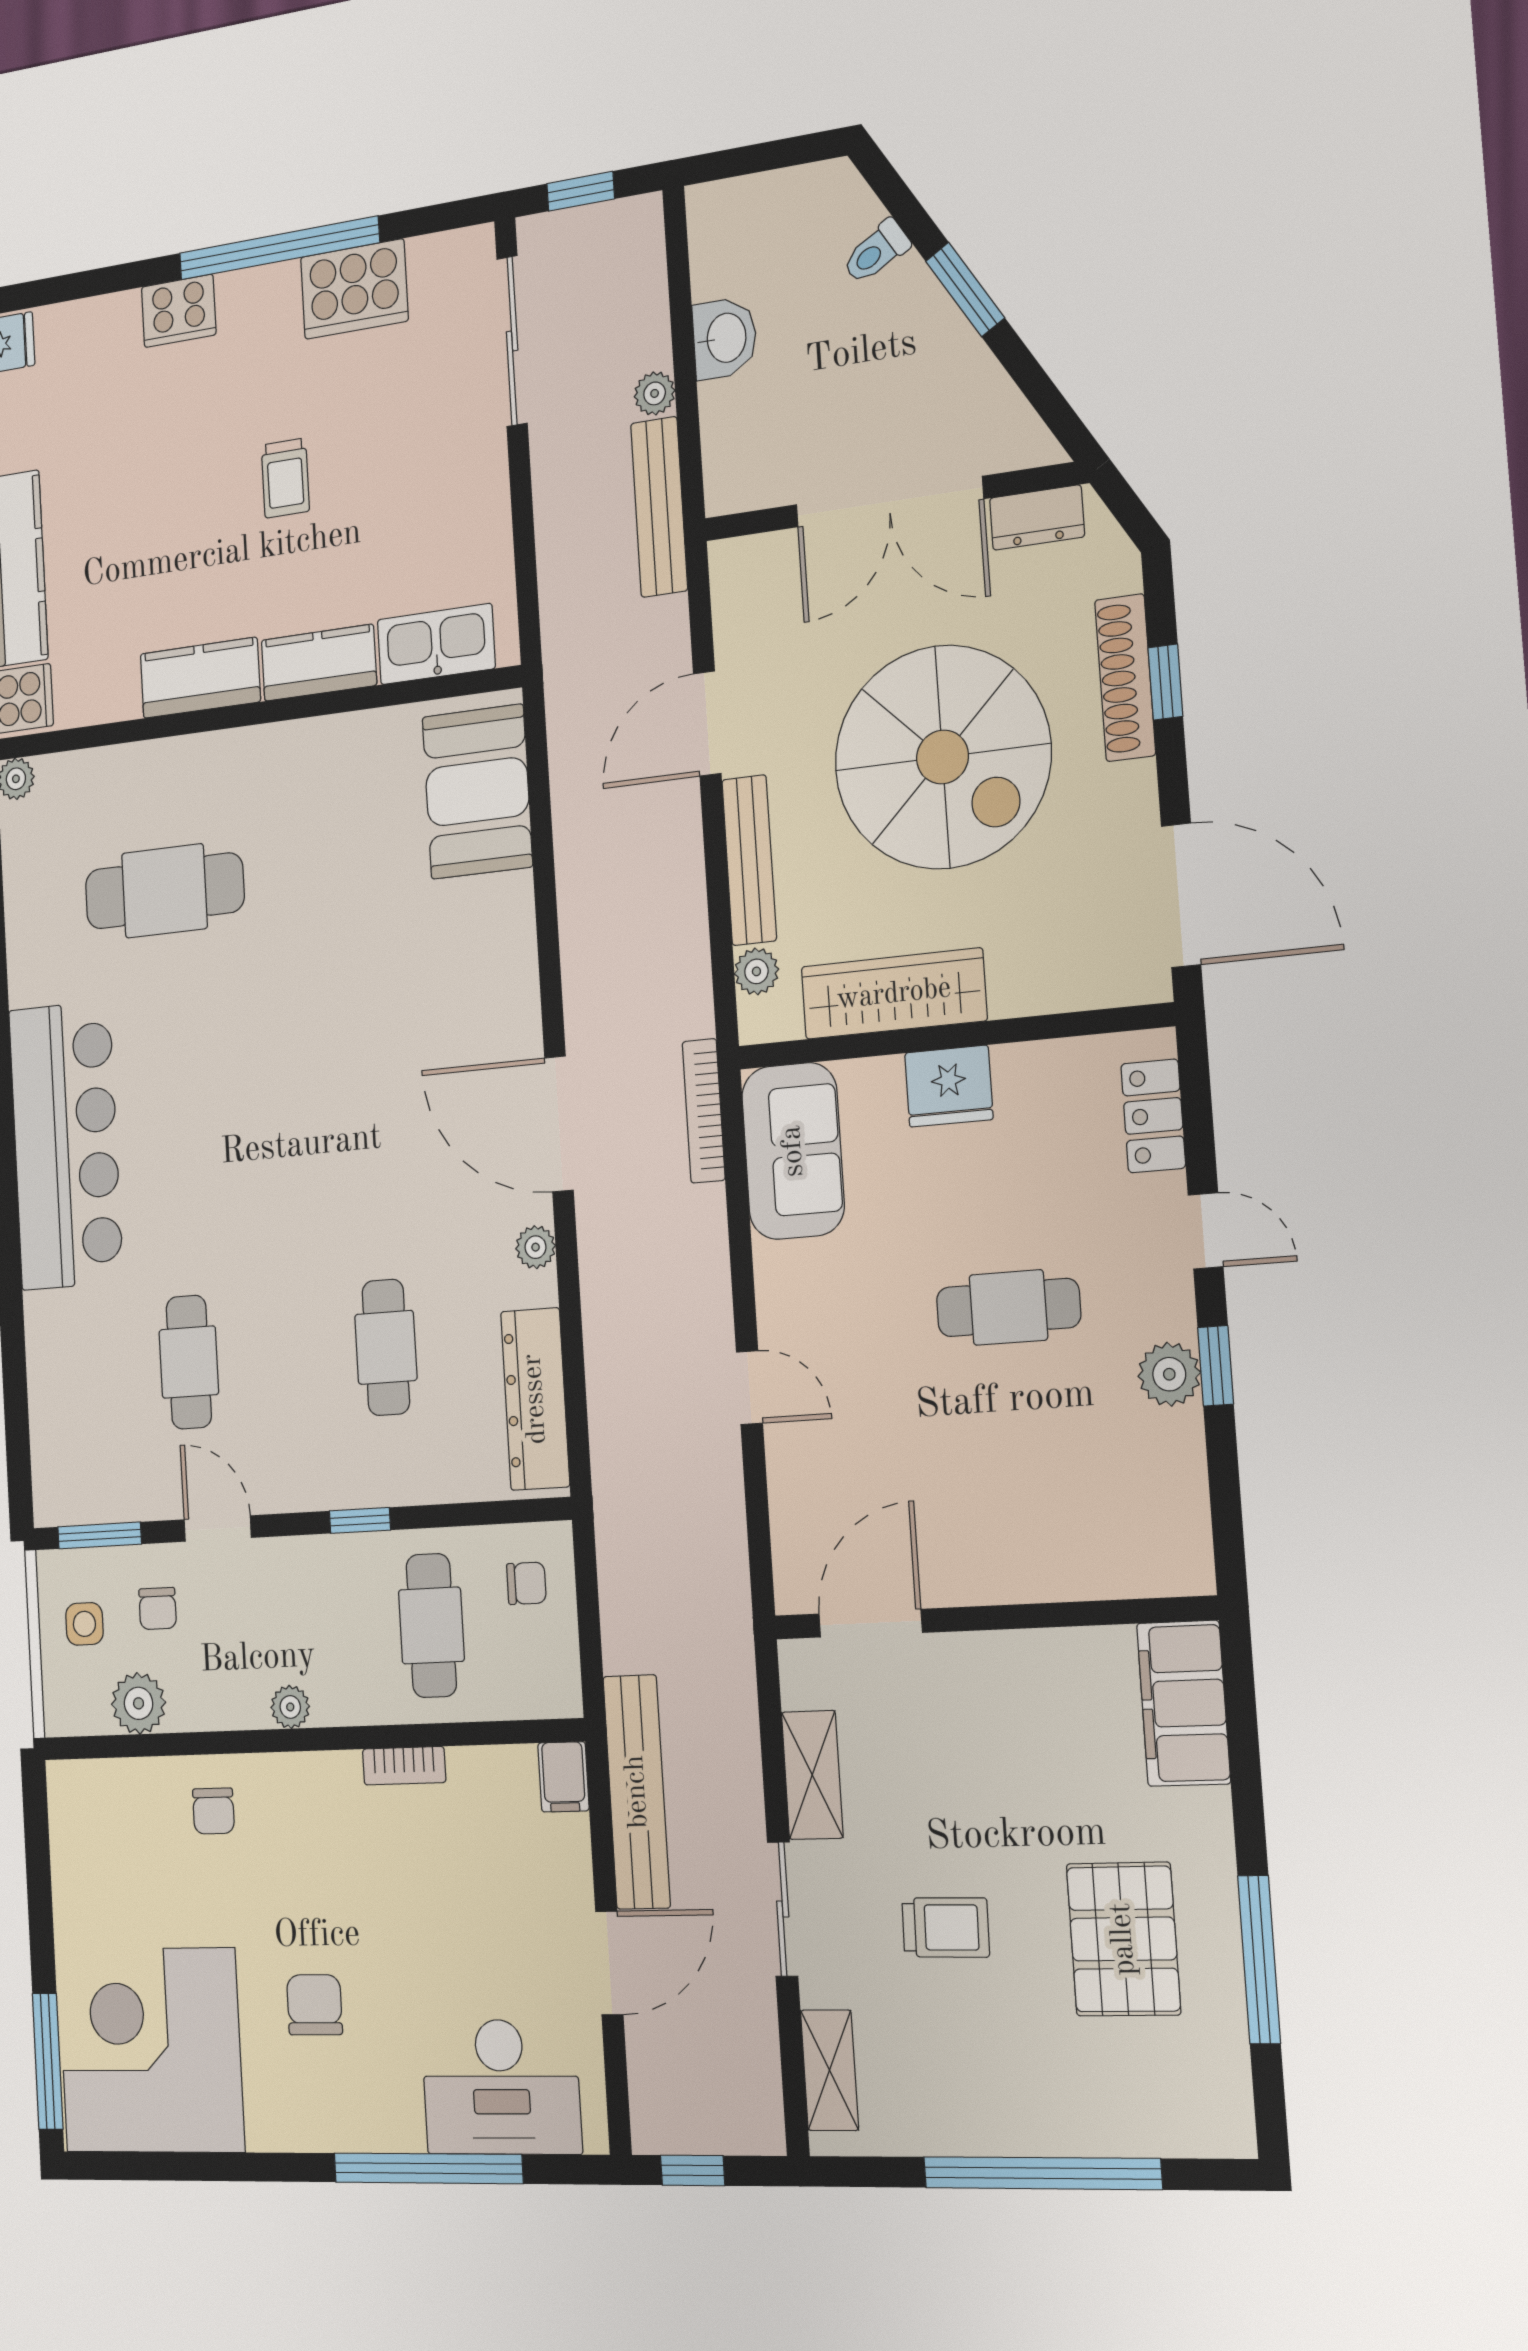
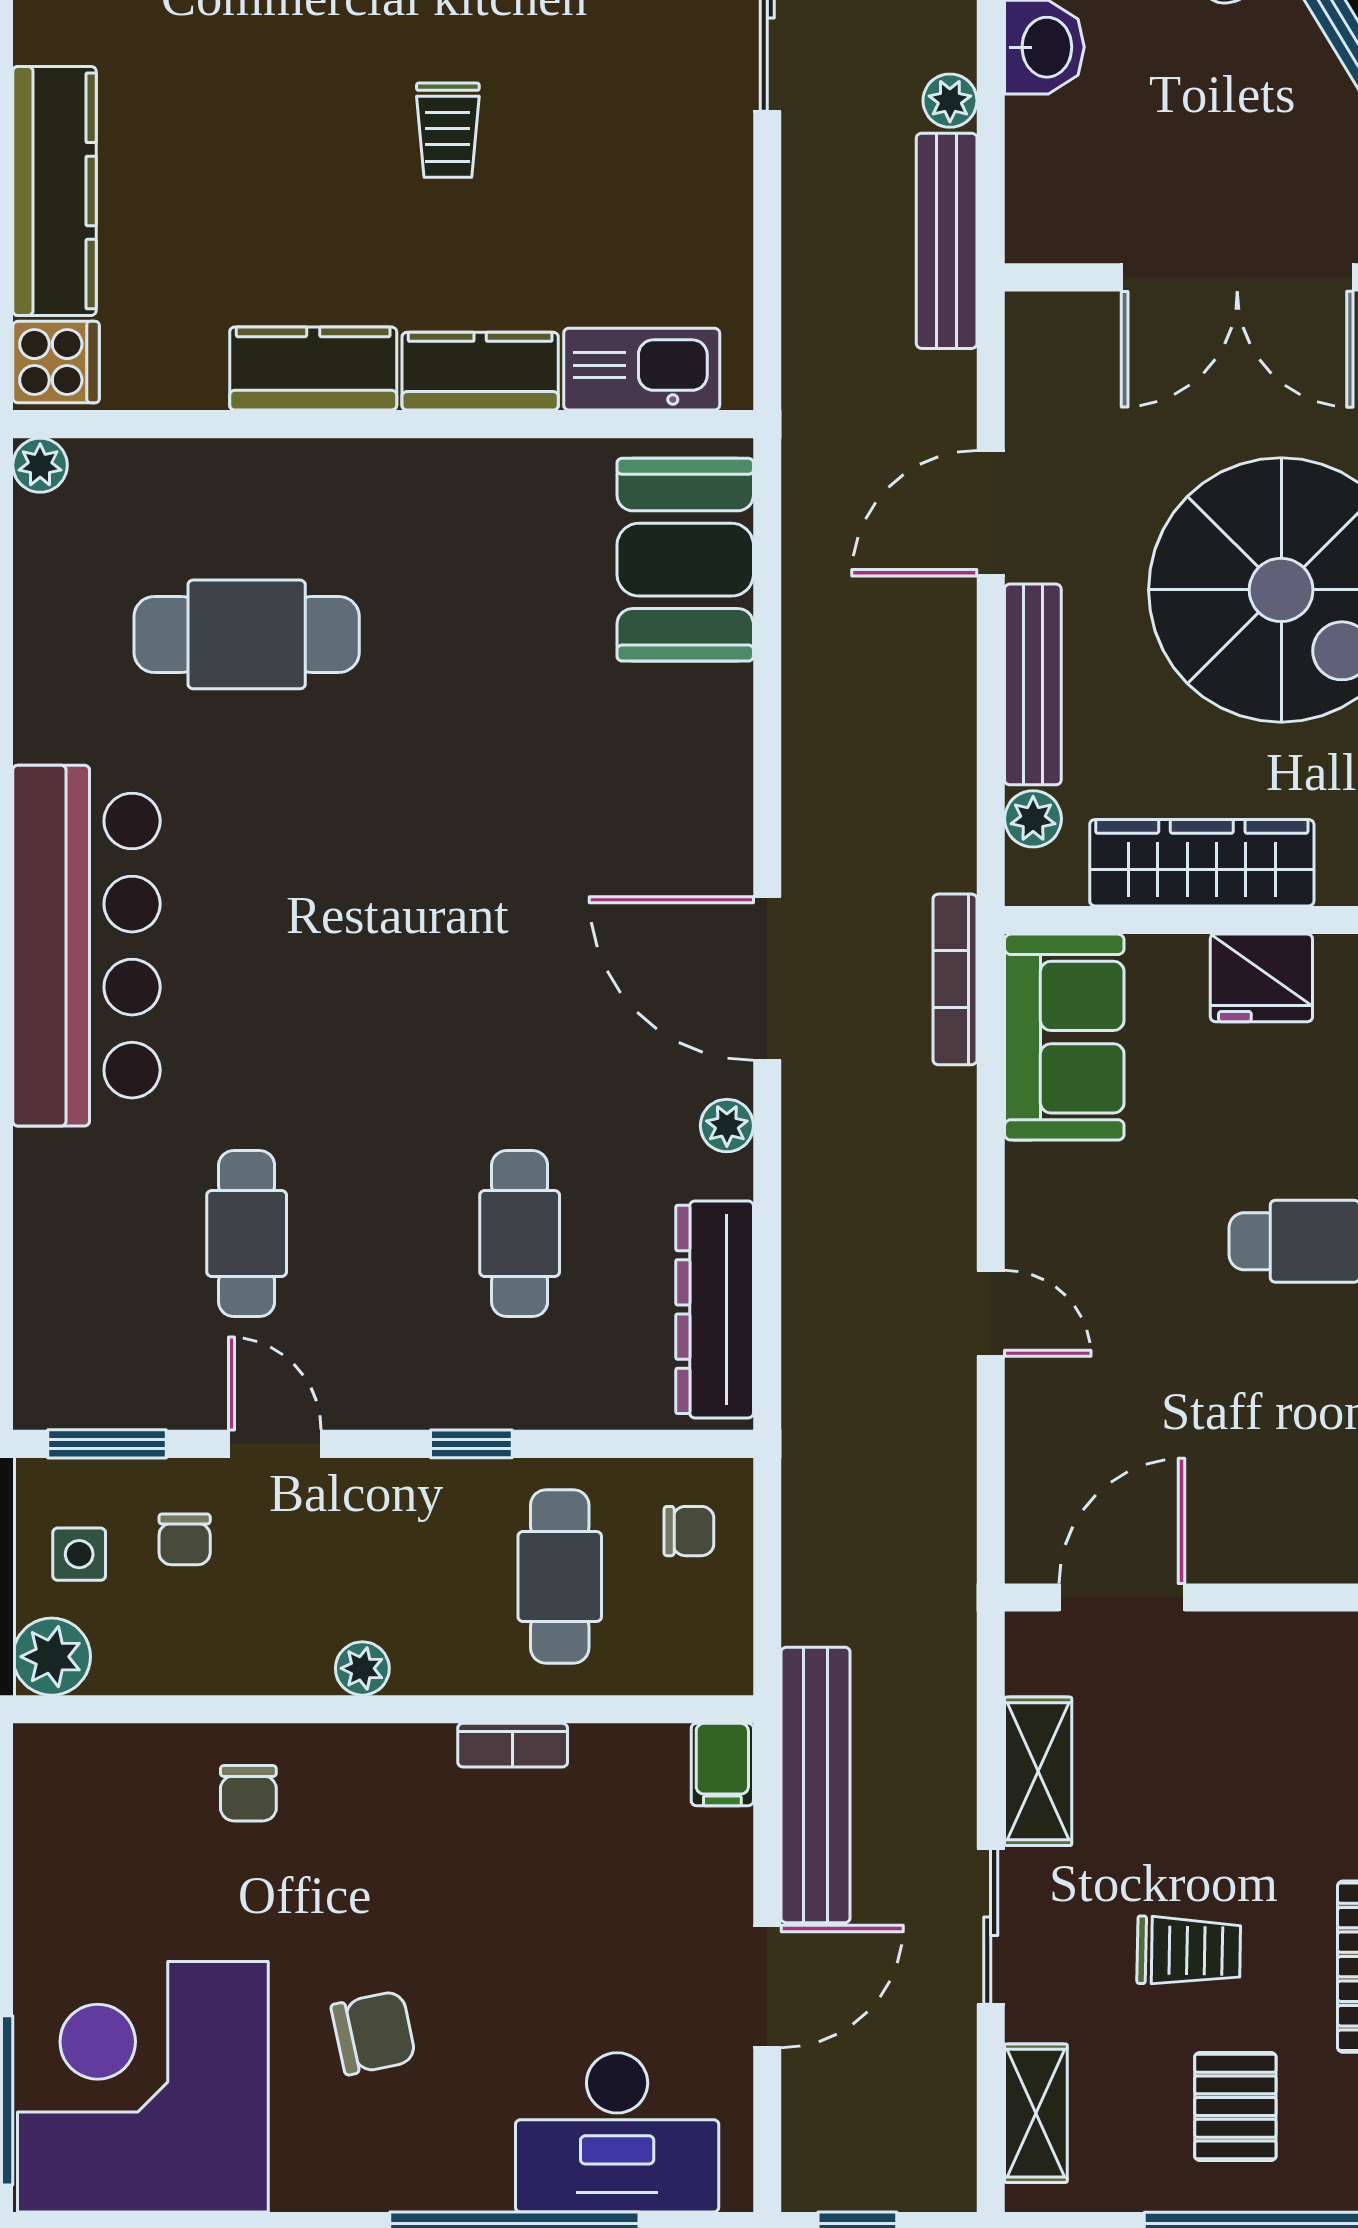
plant: (139, 1703) -> (52, 1657), moved
chair: (314, 2005) -> (374, 2033), turned 78
pallet: (994, 2064) -> (1235, 2107), added

